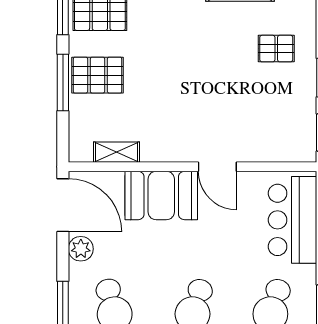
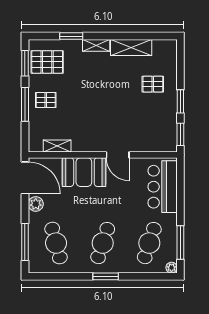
pallet: (97, 75) -> (46, 100), width x0.67, depth x0.71

